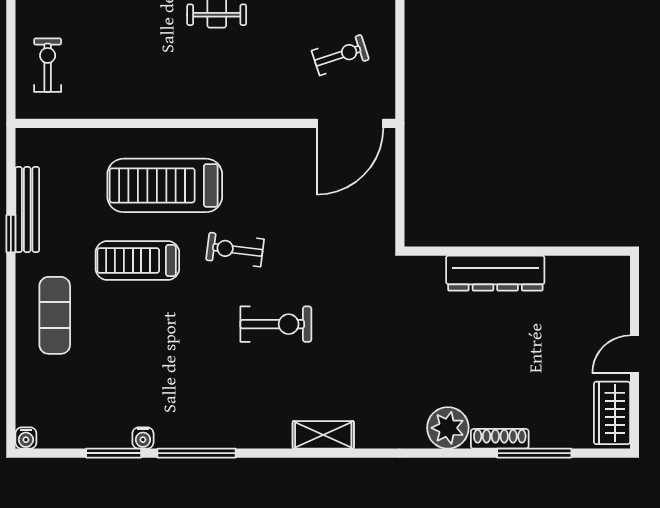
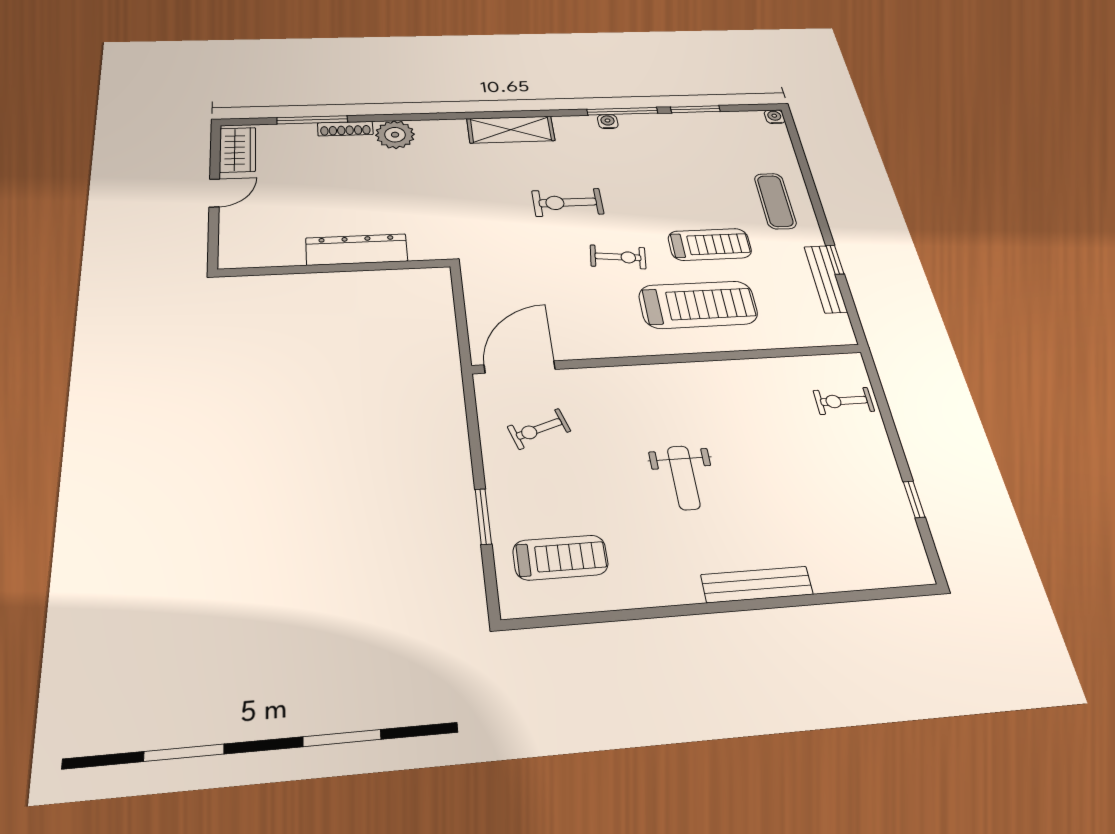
exercise bike: (48, 65) -> (844, 401), turned 90
shelving: (323, 435) -> (511, 130), width x1.50, depth x1.33
water cooler: (143, 438) -> (608, 122), moved

